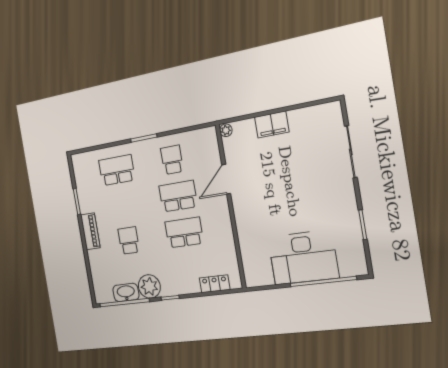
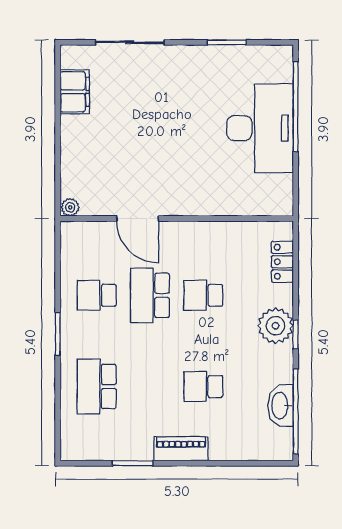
filing cabinet: (272, 124) -> (75, 92), moved
school desk: (184, 232) -> (203, 295), width x0.54
plant: (149, 286) -> (276, 326), moved

